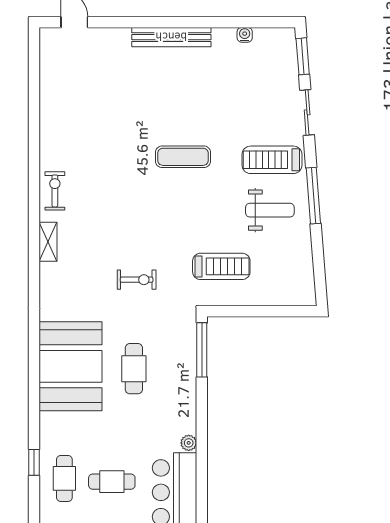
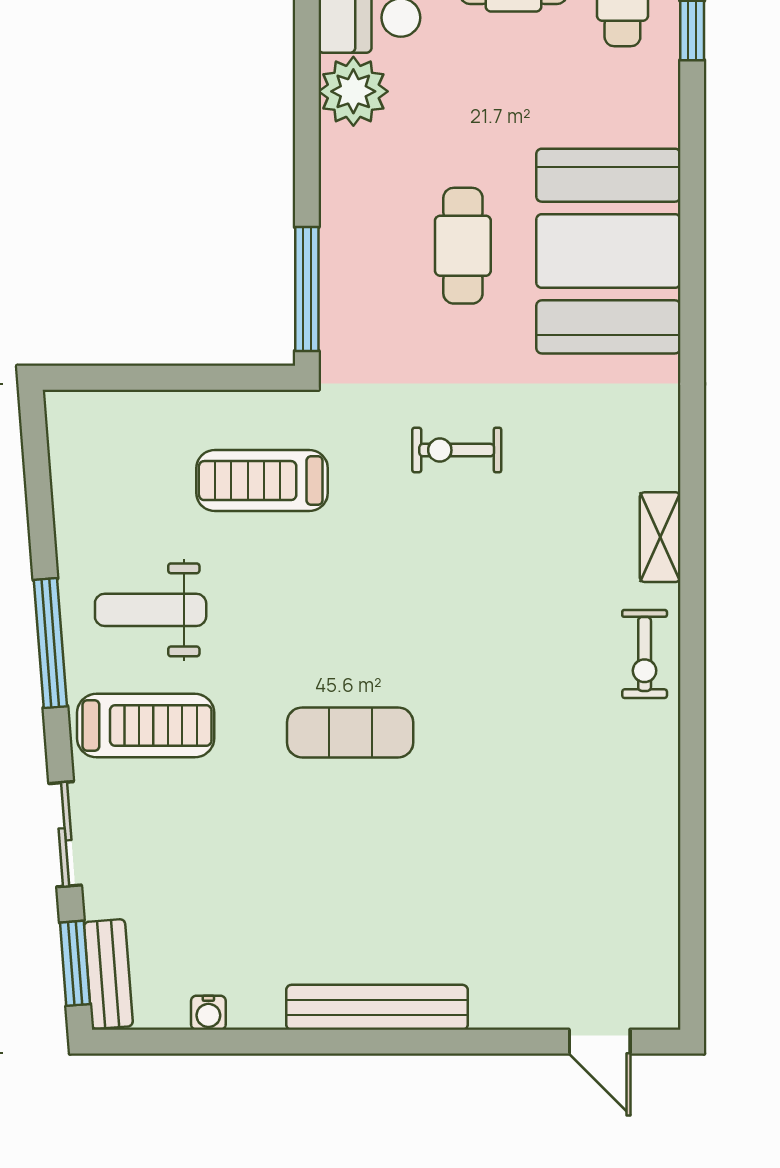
bench: (288, 52) -> (108, 974), added
plant: (189, 443) -> (353, 91), width x1.87, depth x1.87

